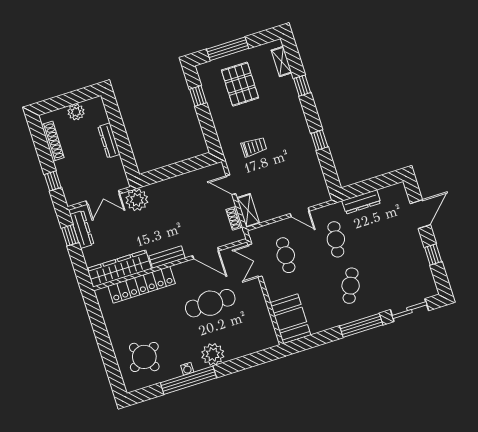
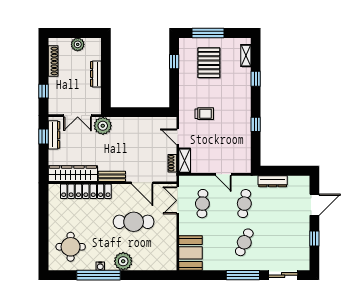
round table: (144, 357) -> (71, 247), turned 30

